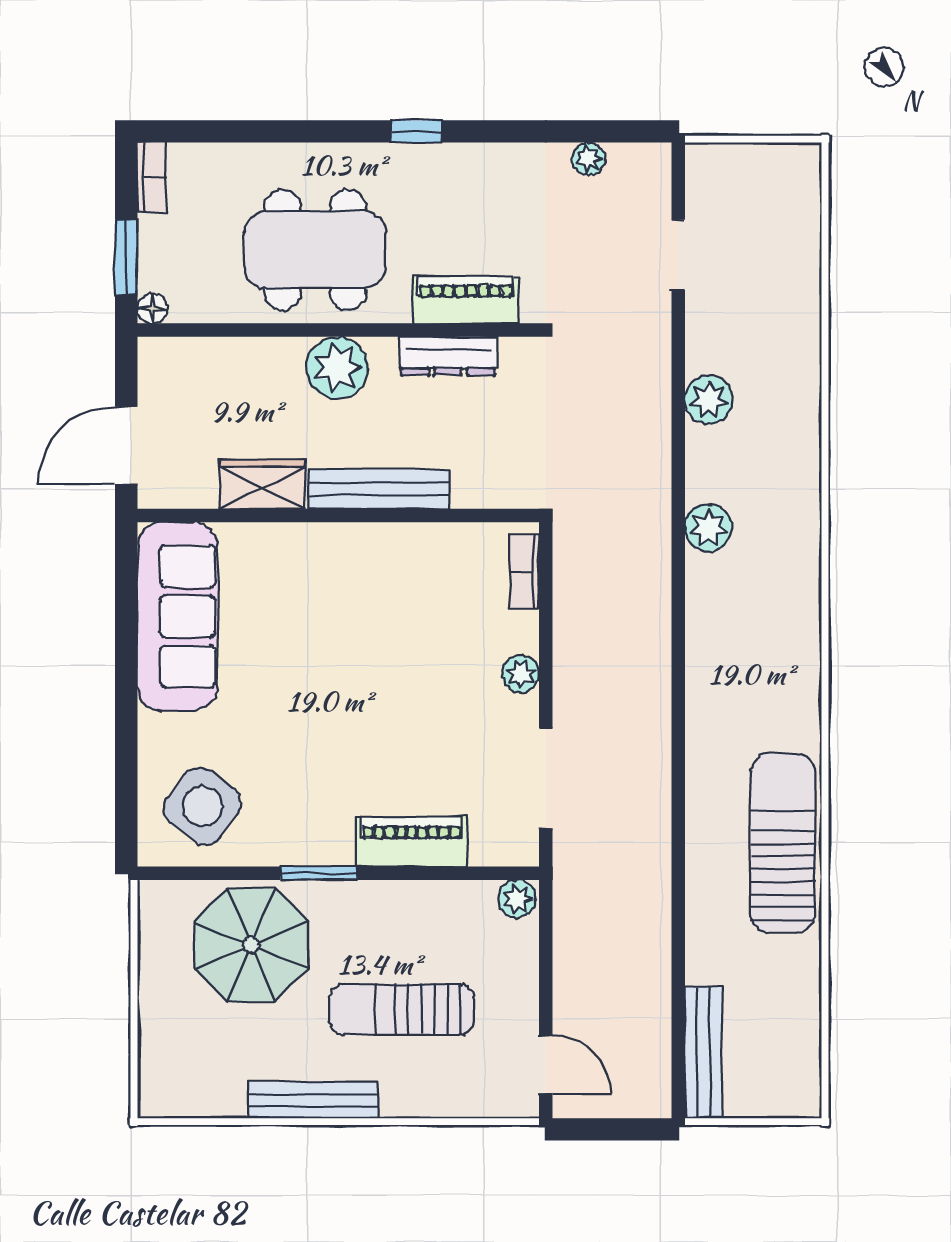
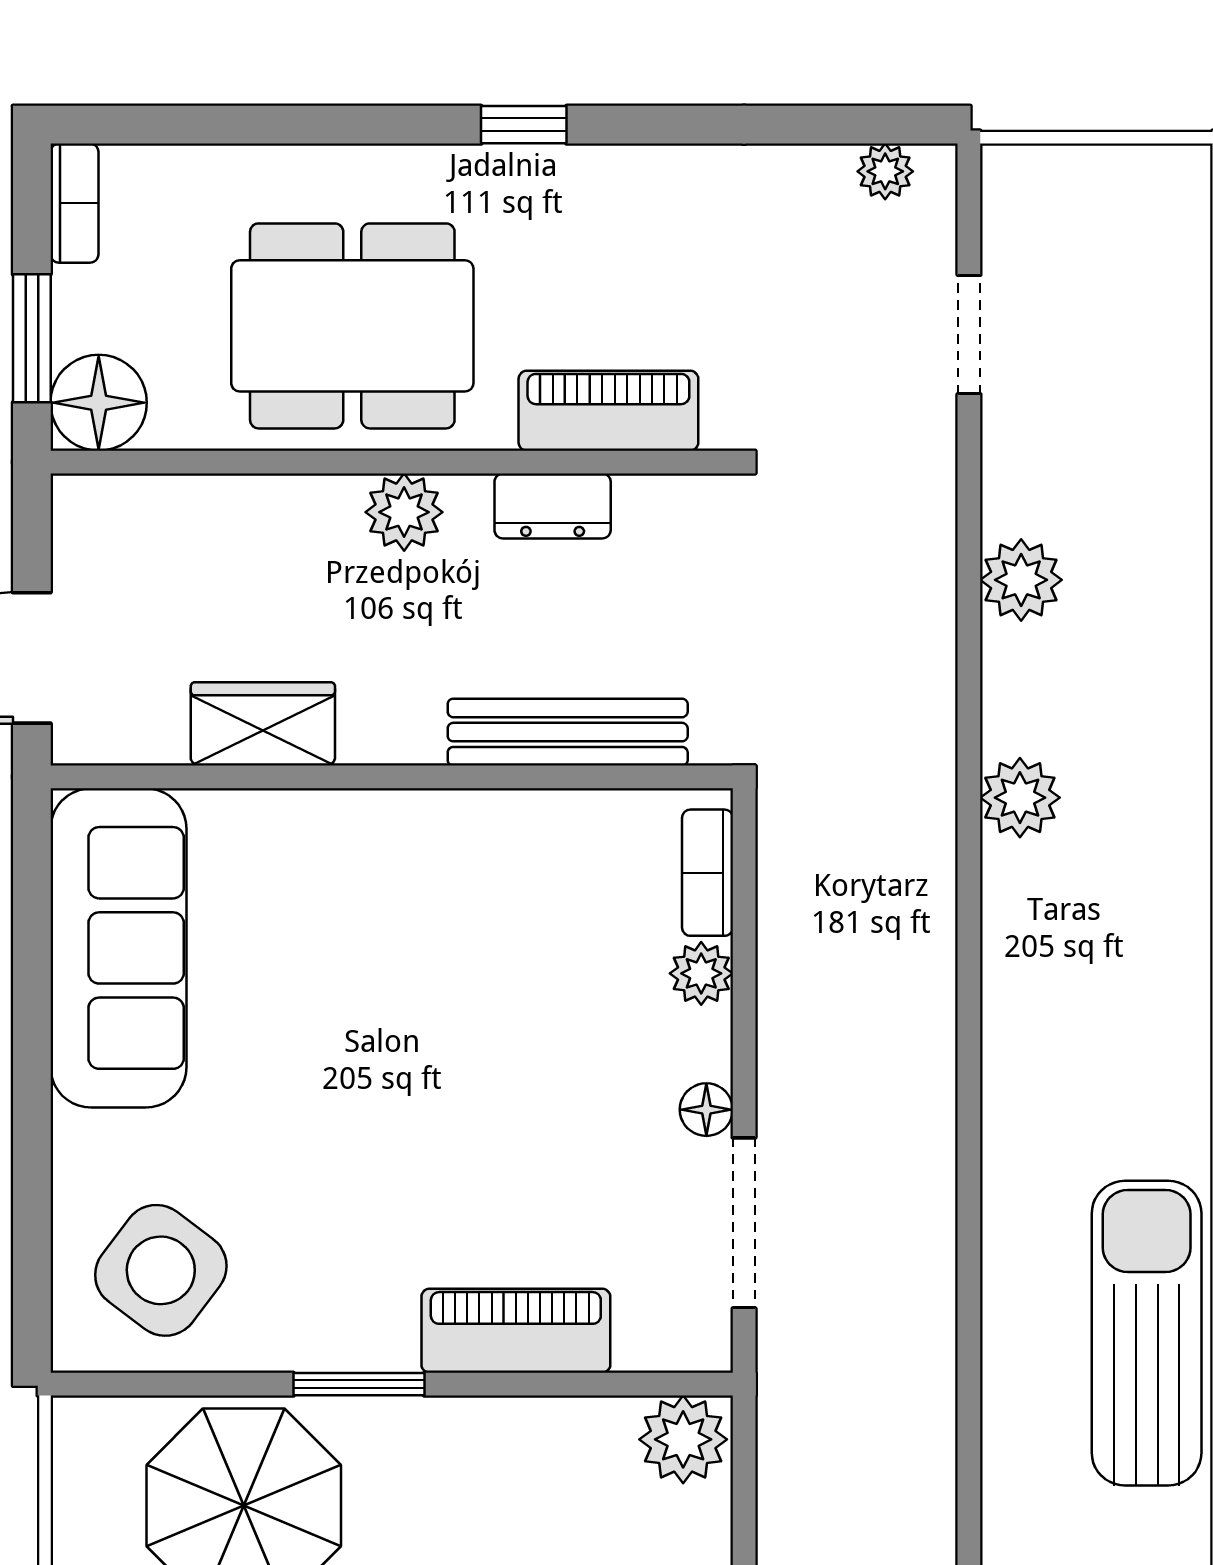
plant: (589, 159) -> (885, 171), moved
floor lamp: (152, 308) -> (99, 403), width x1.89, depth x1.89
dresser: (448, 356) -> (553, 506), width x0.70
plant: (337, 368) -> (404, 512), width x0.73, depth x0.73
bench: (379, 489) -> (568, 732), moved
plant: (521, 674) -> (701, 973), moved
floor lamp: (524, 712) -> (706, 1110), added
plant: (517, 899) -> (683, 1439), width x1.38, depth x1.38

